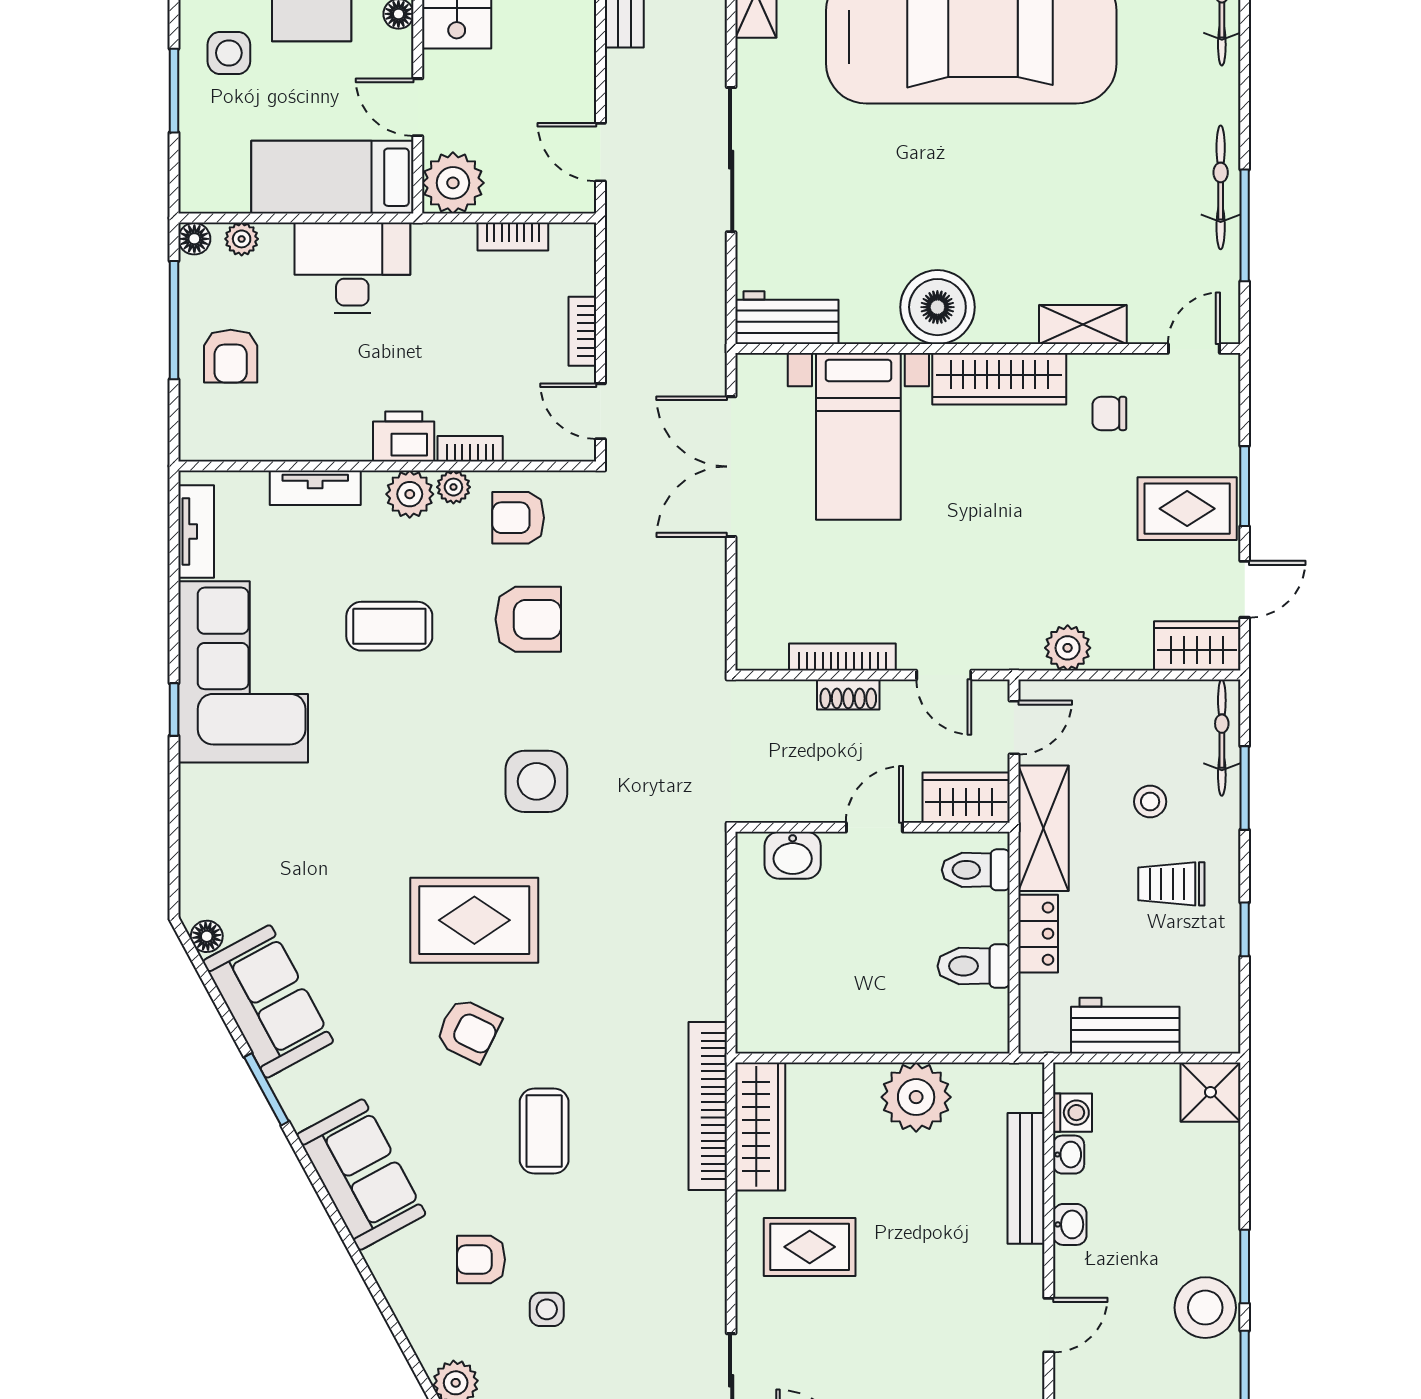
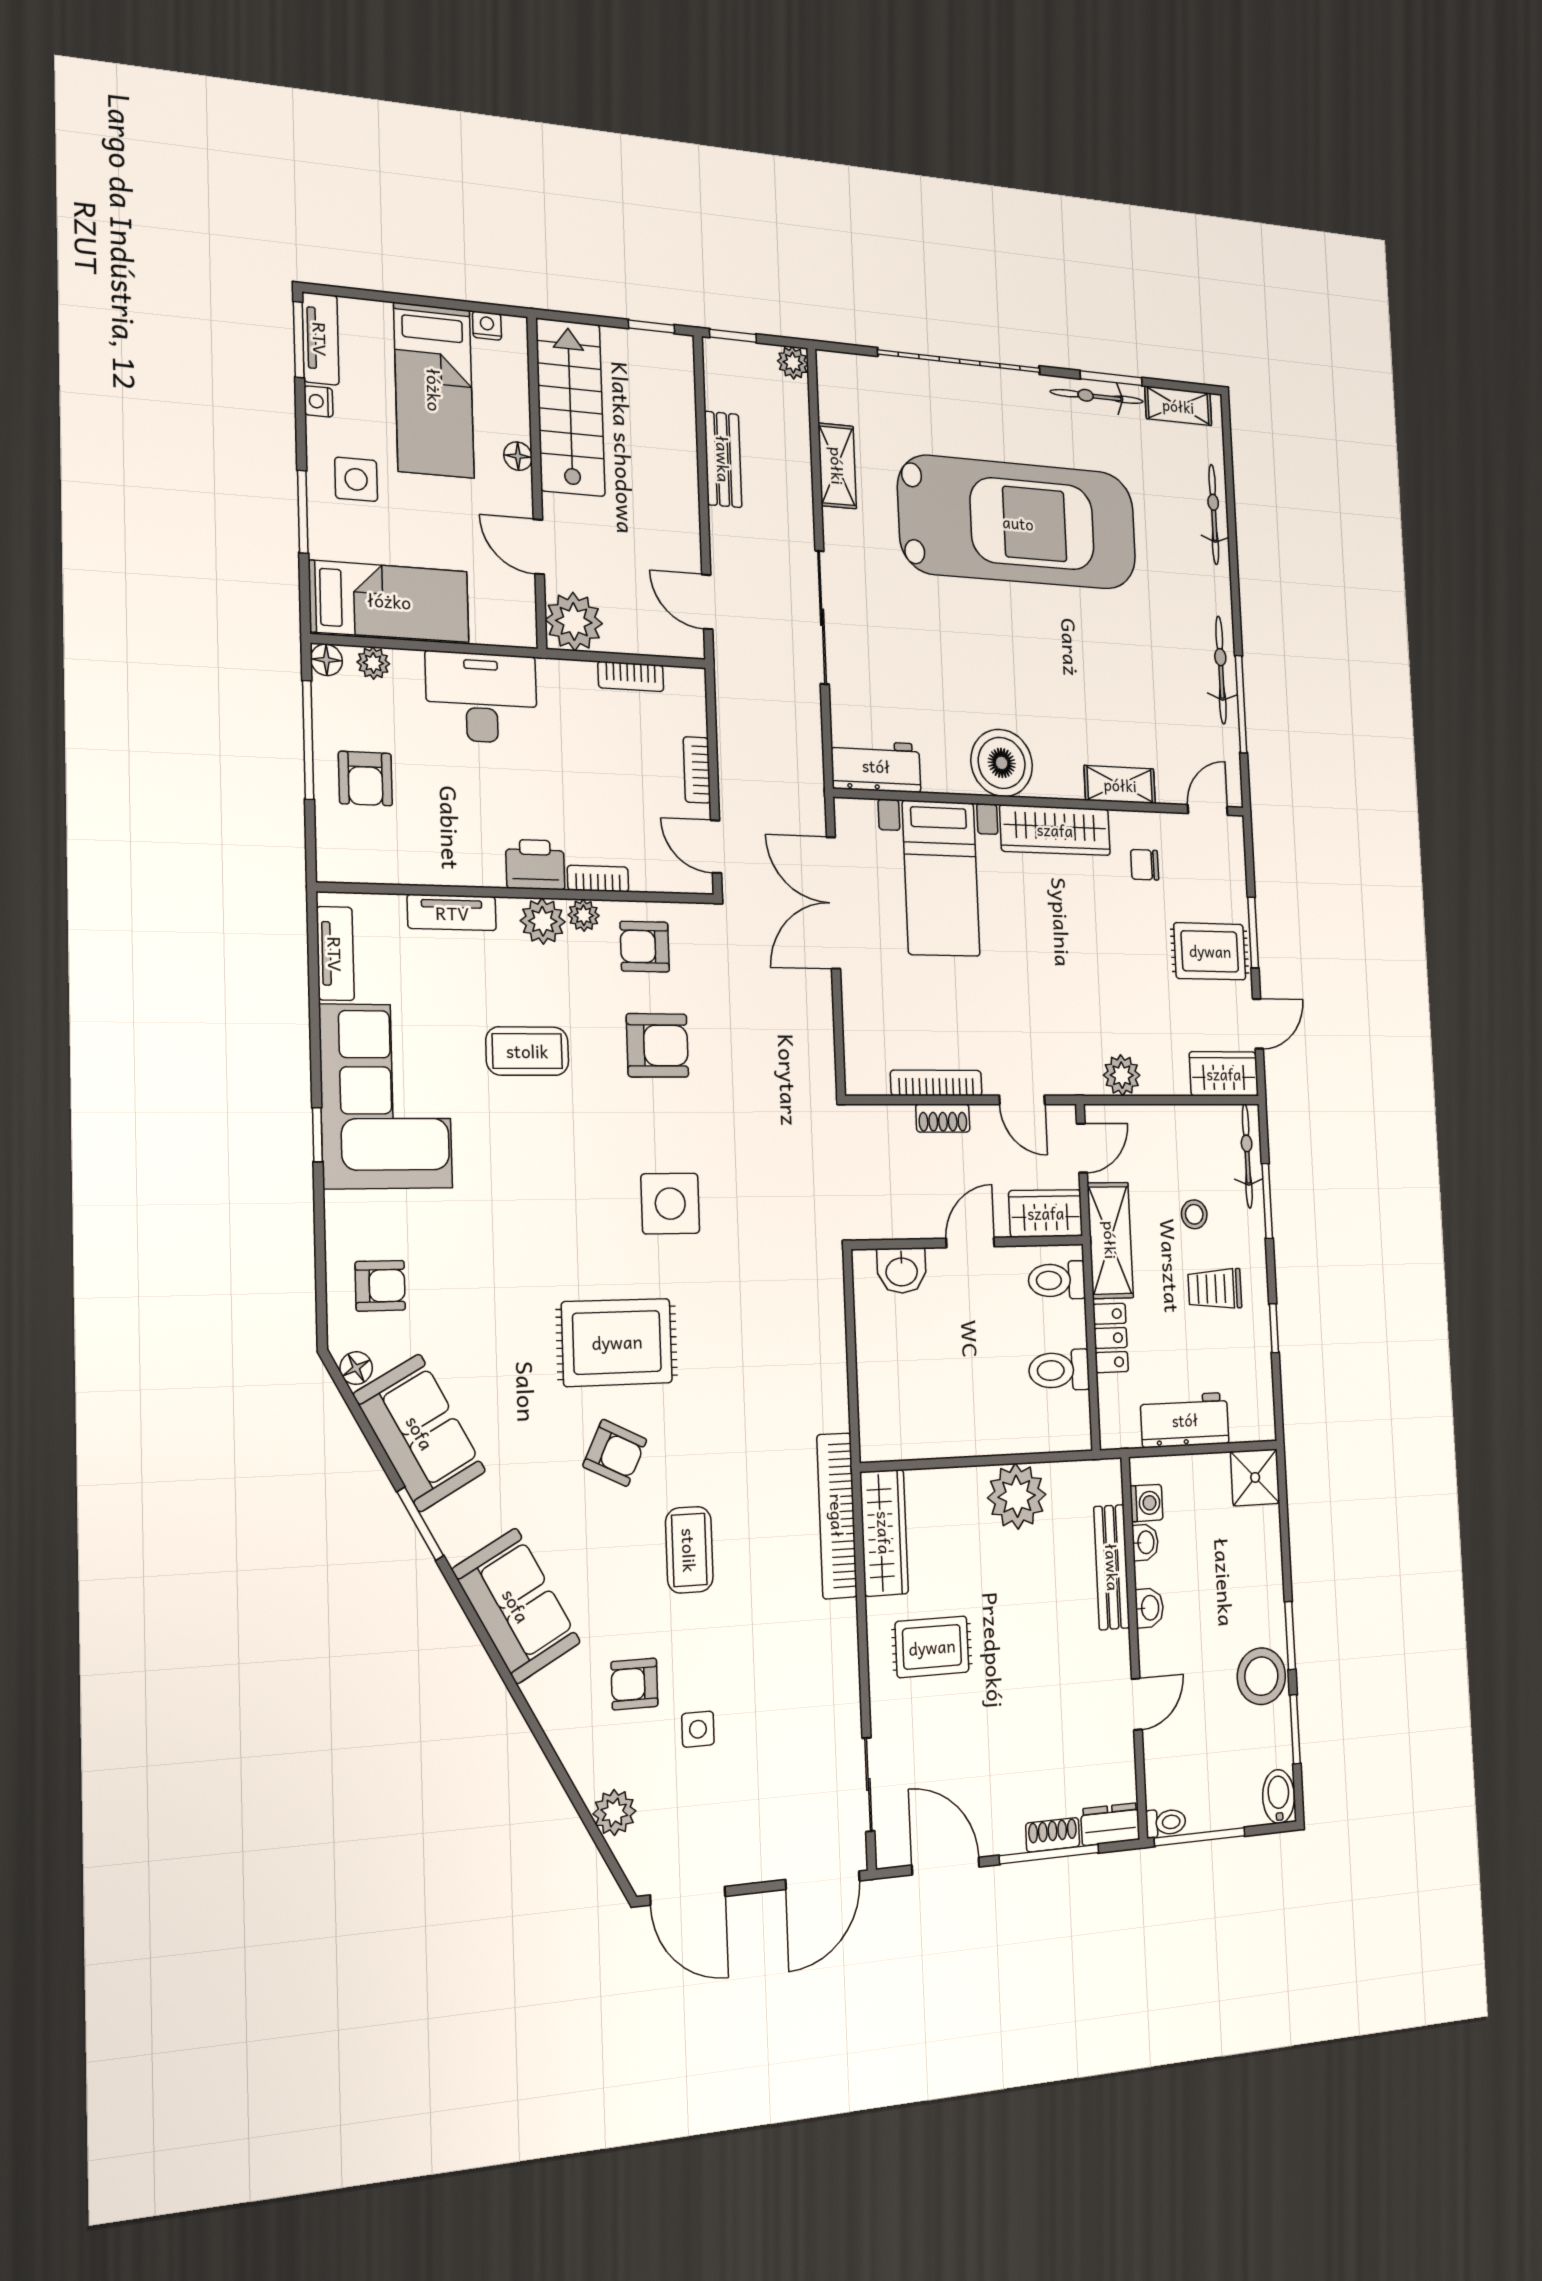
bed: (332, 177) -> (389, 601), moved, turned 180
armchair: (233, 857) -> (380, 1286), added

